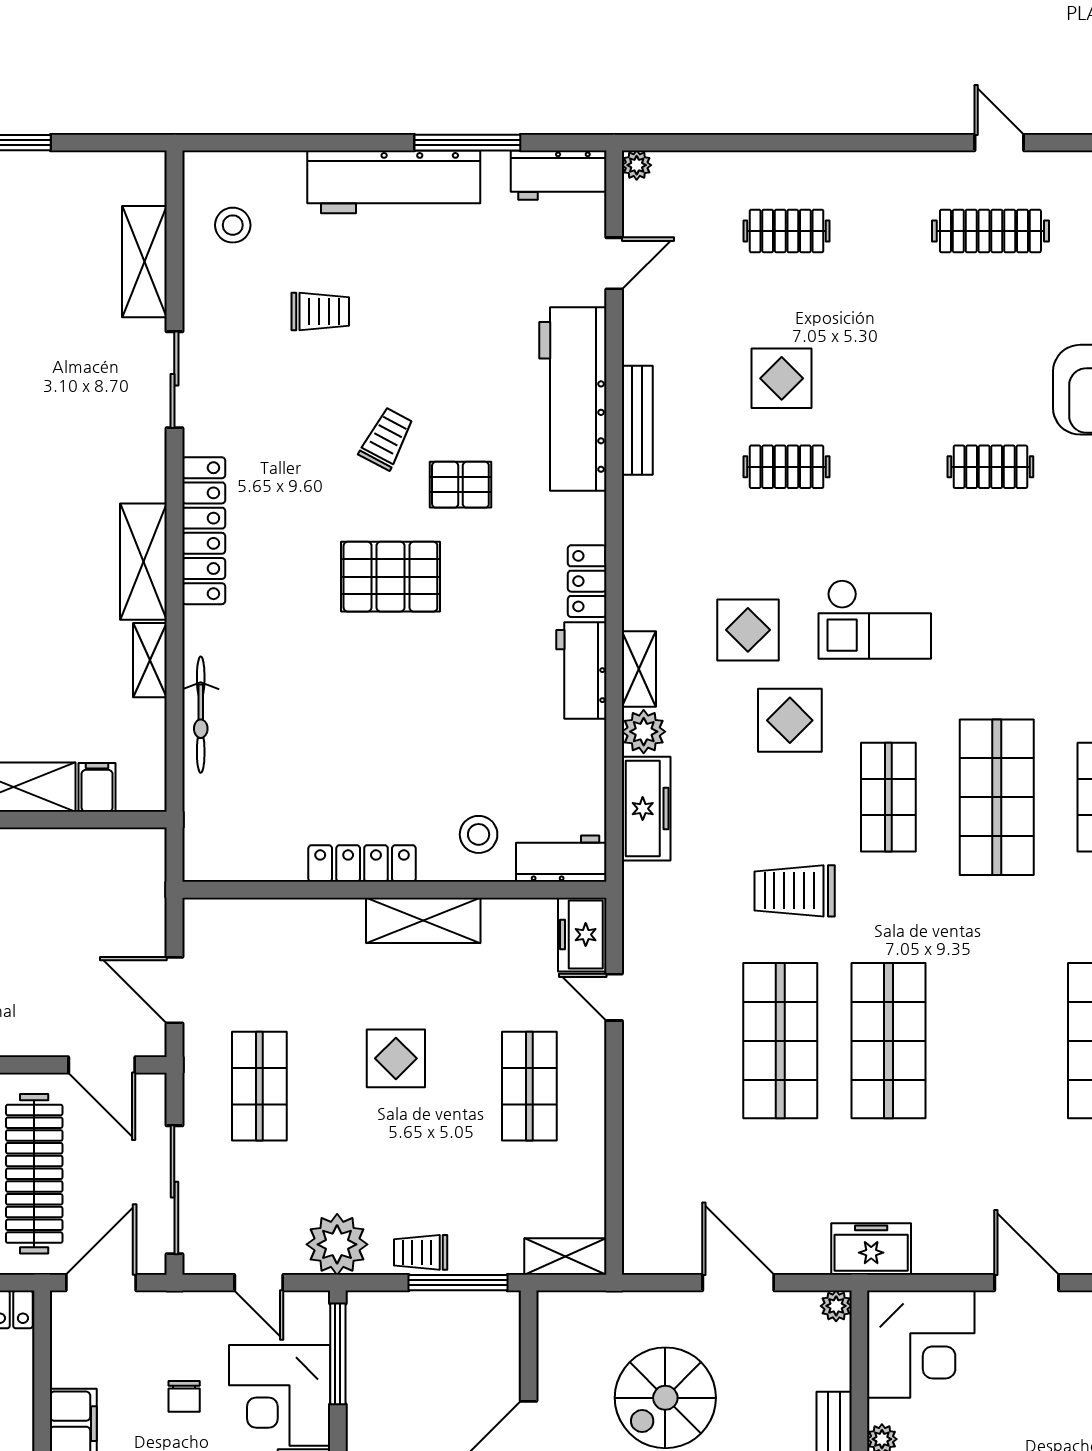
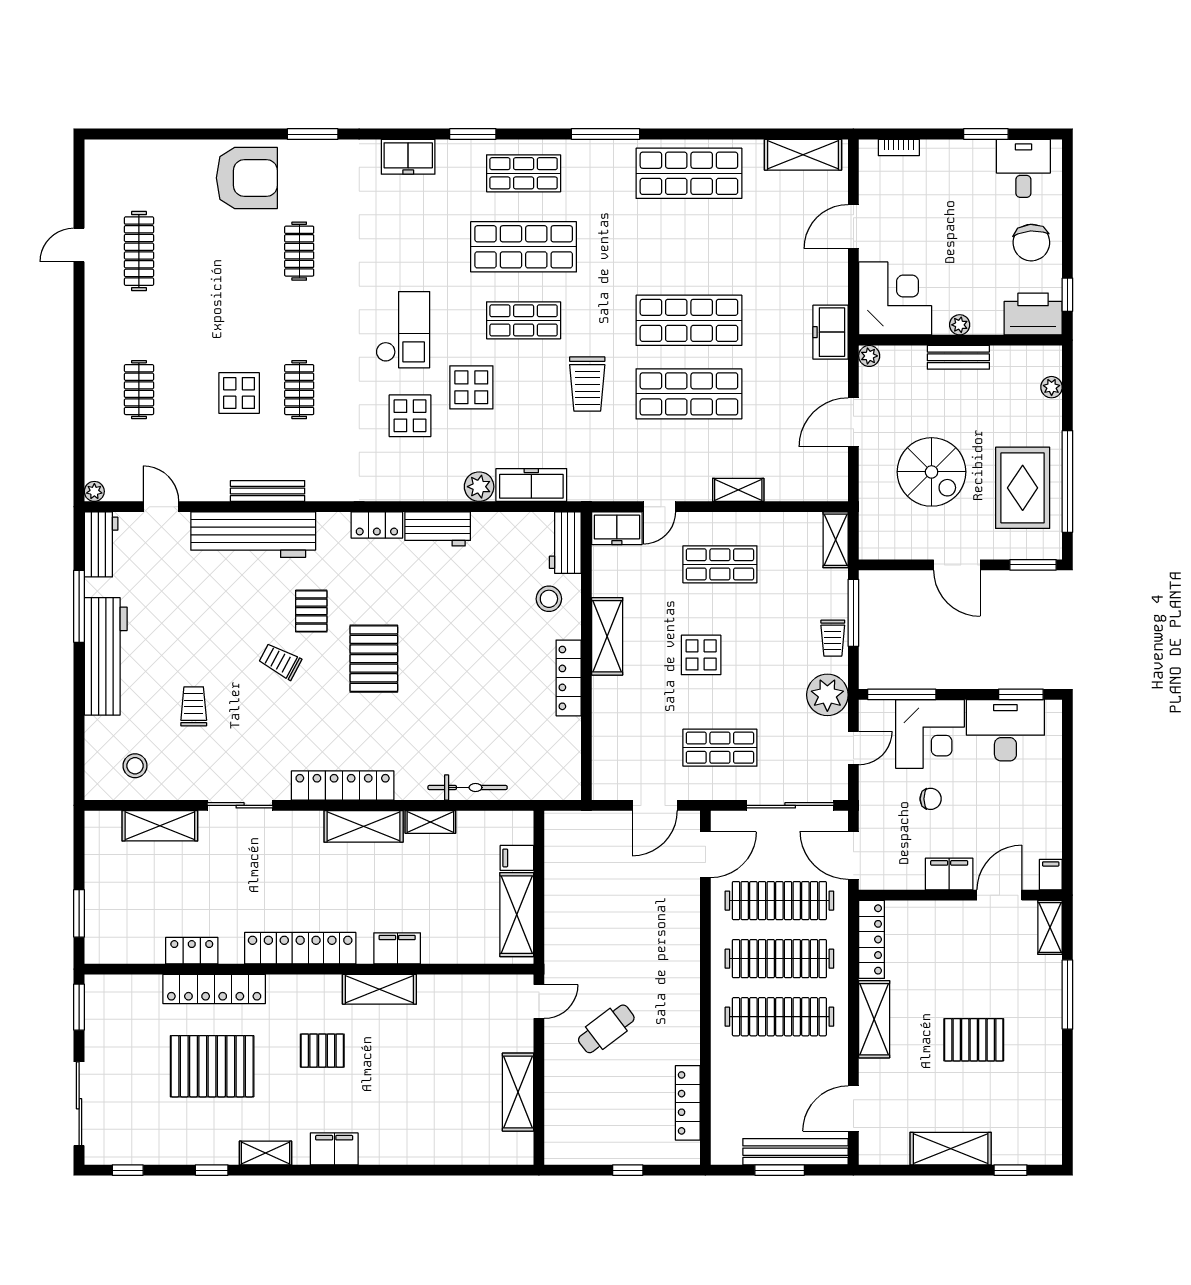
shelving: (639, 669) -> (738, 490), moved

